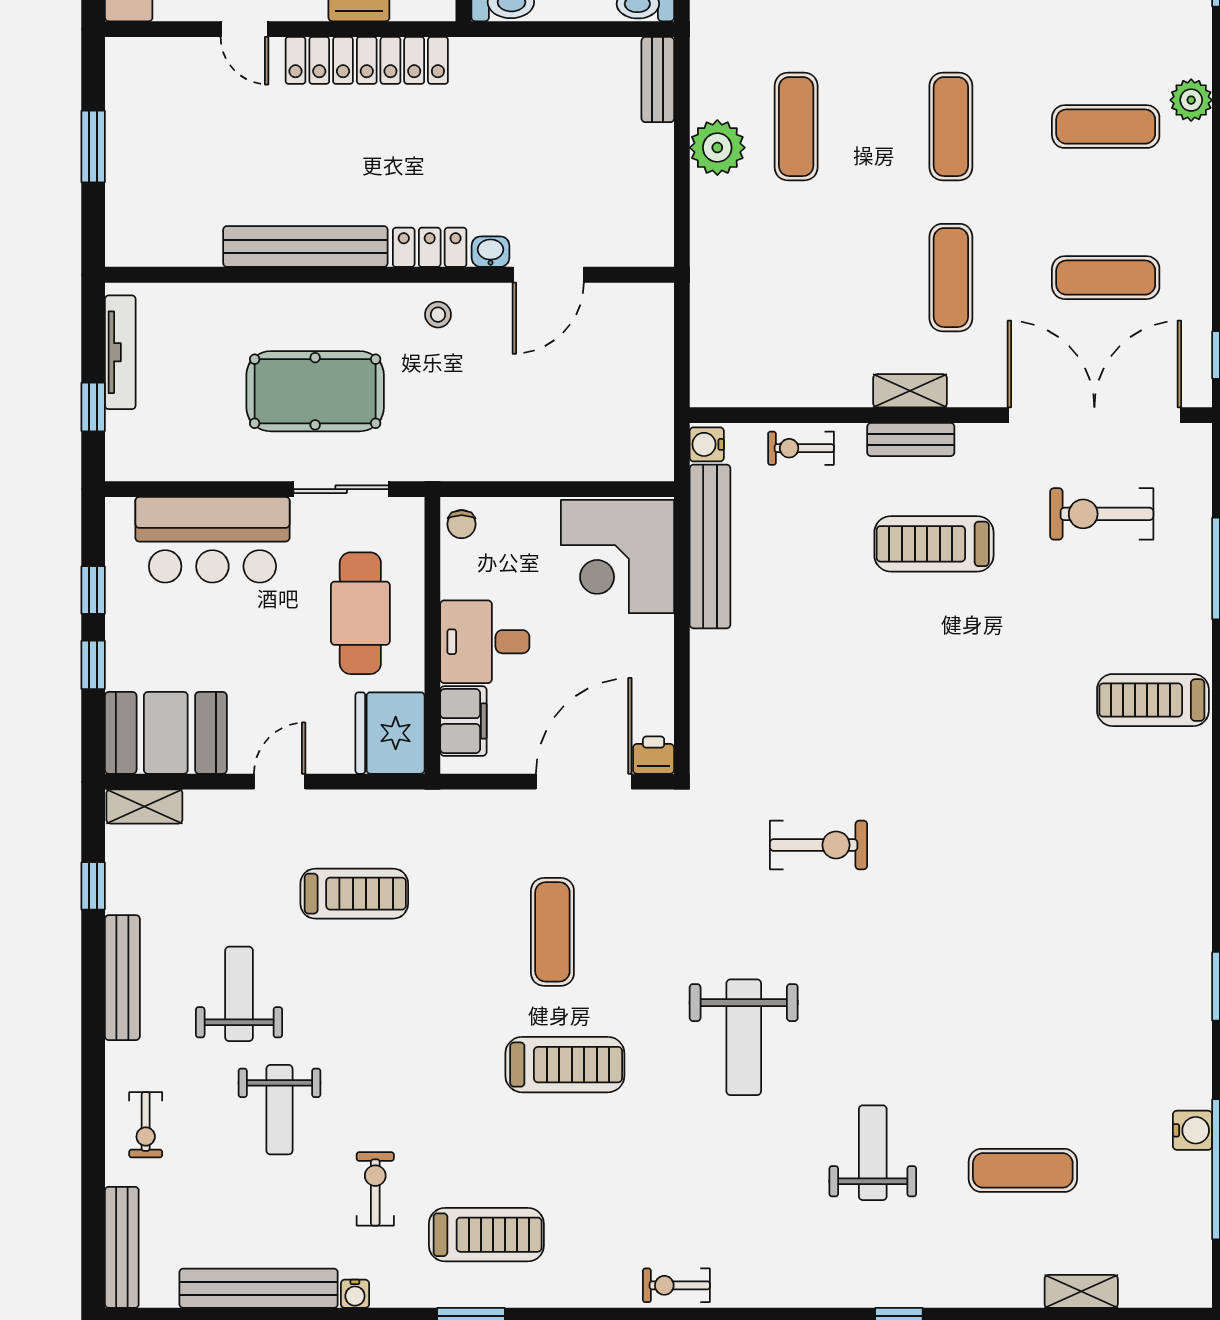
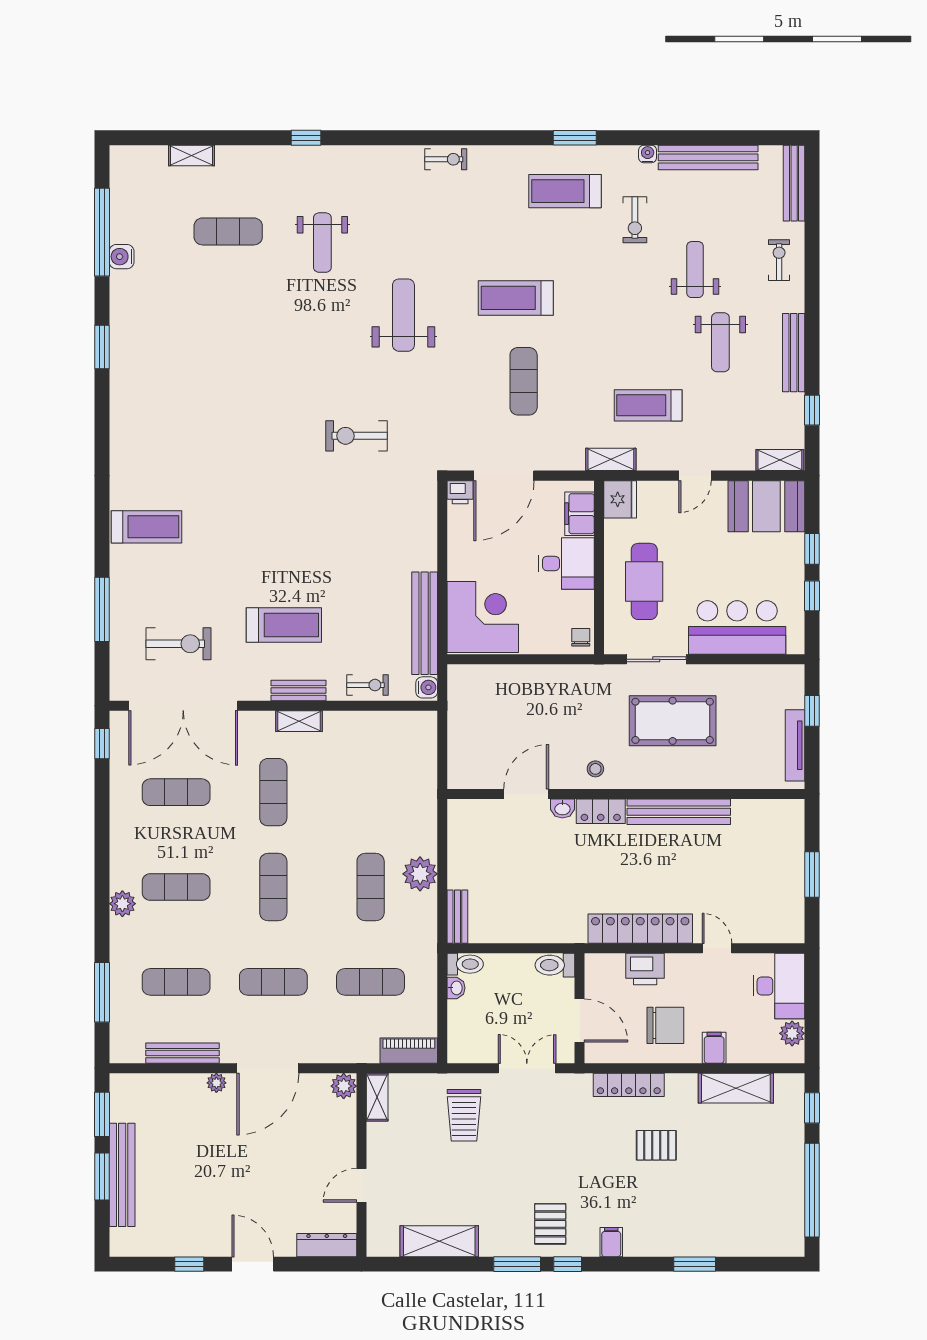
fridge: (390, 733) -> (620, 499), width x0.73, depth x0.75
shelving: (413, 807) -> (611, 459), added

